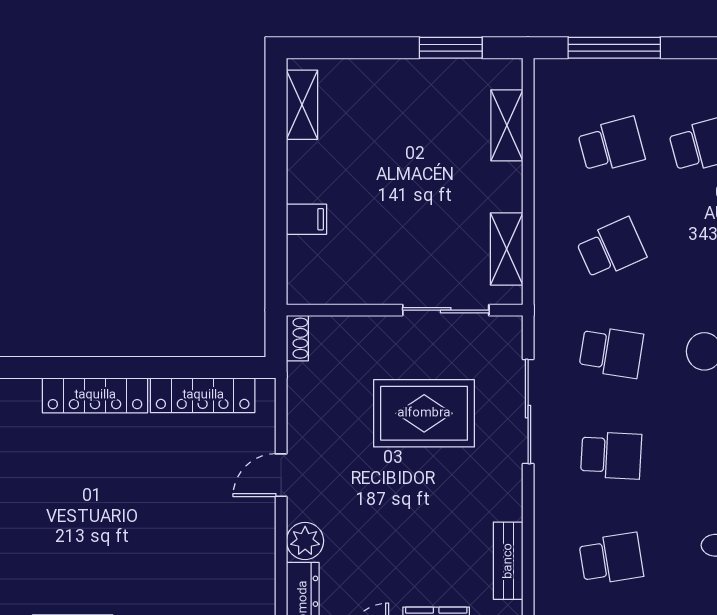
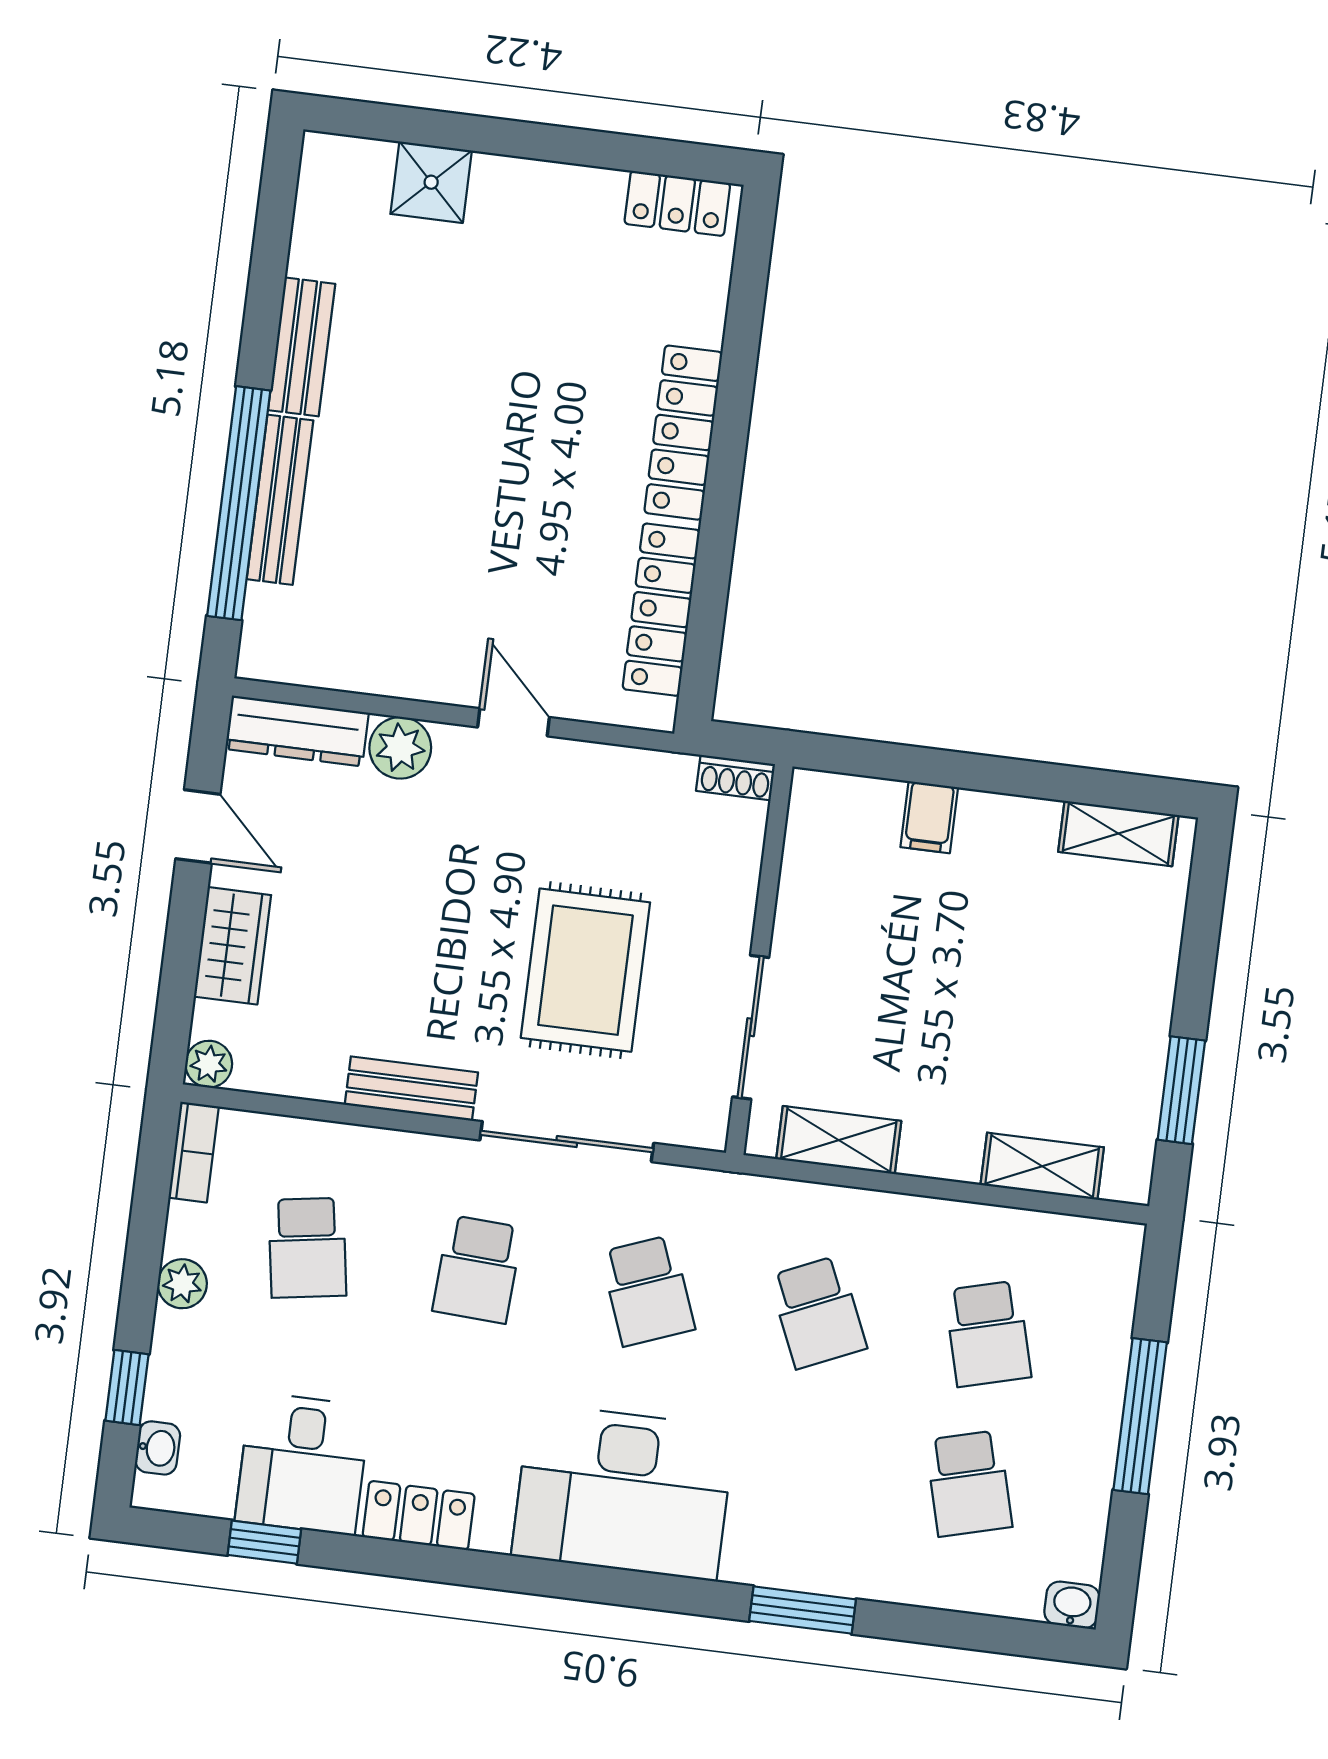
window: (614, 48) -> (1140, 1416), moved
school desk: (611, 352) -> (648, 1291), turned -30
bench: (508, 561) -> (411, 1089), moved

